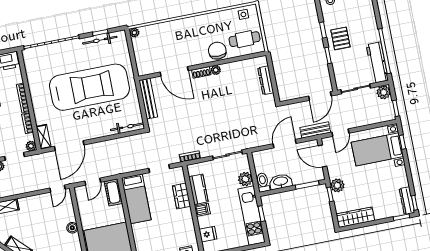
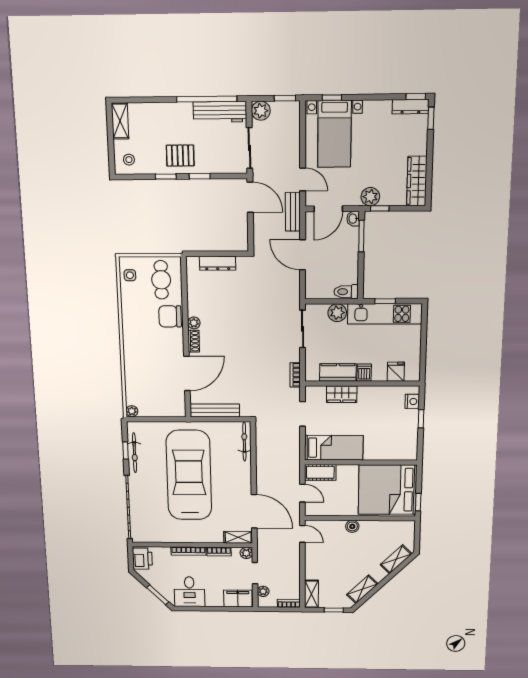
washbasin: (281, 182) -> (353, 219), moved, width x0.52, depth x0.69

